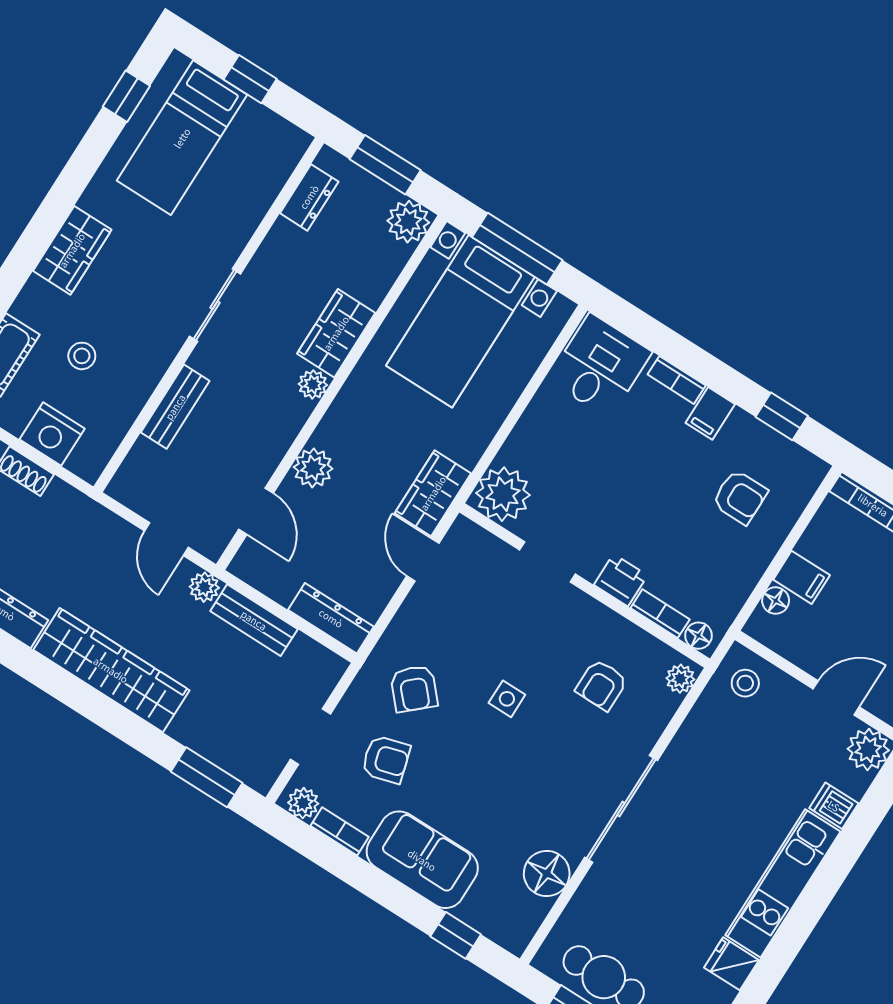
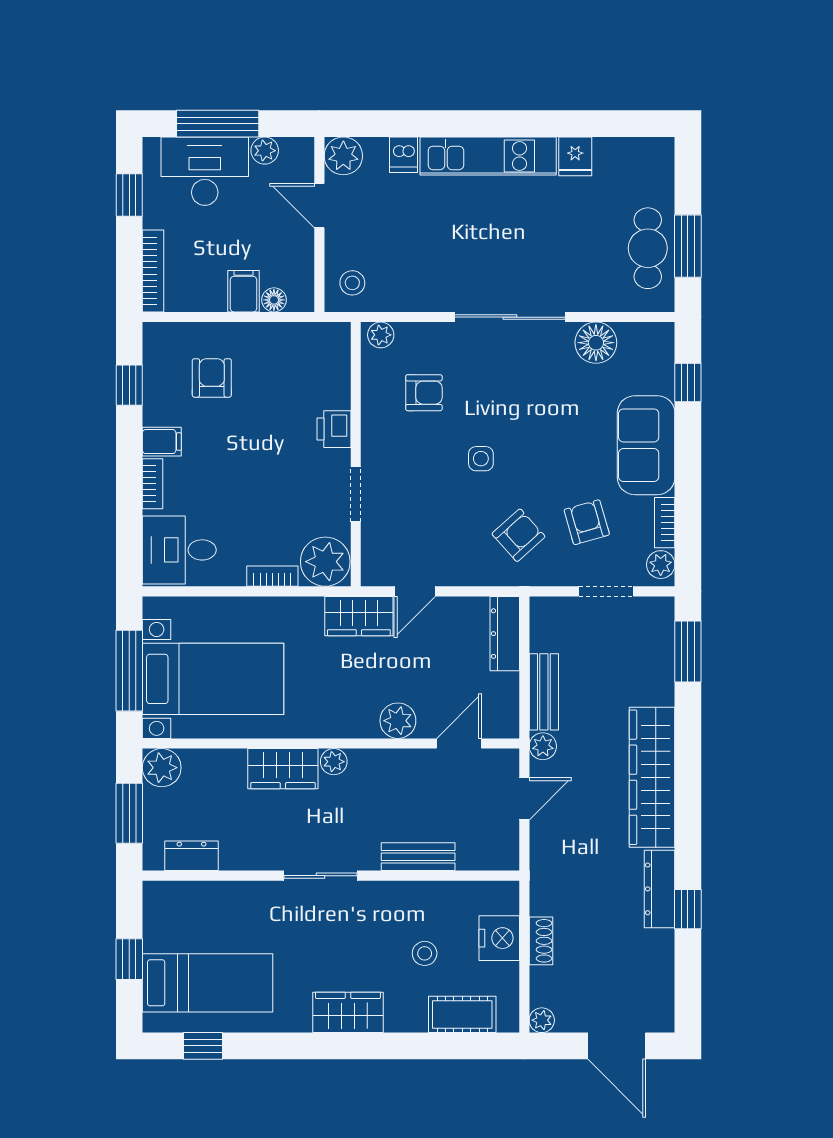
bookcase: (660, 614) -> (272, 576), moved, turned 90
floor lamp: (698, 636) -> (339, 342), removed

